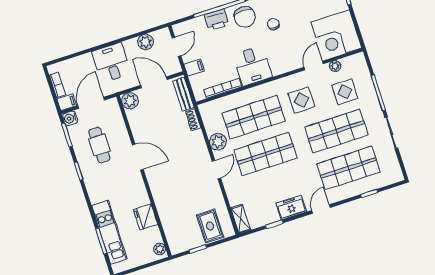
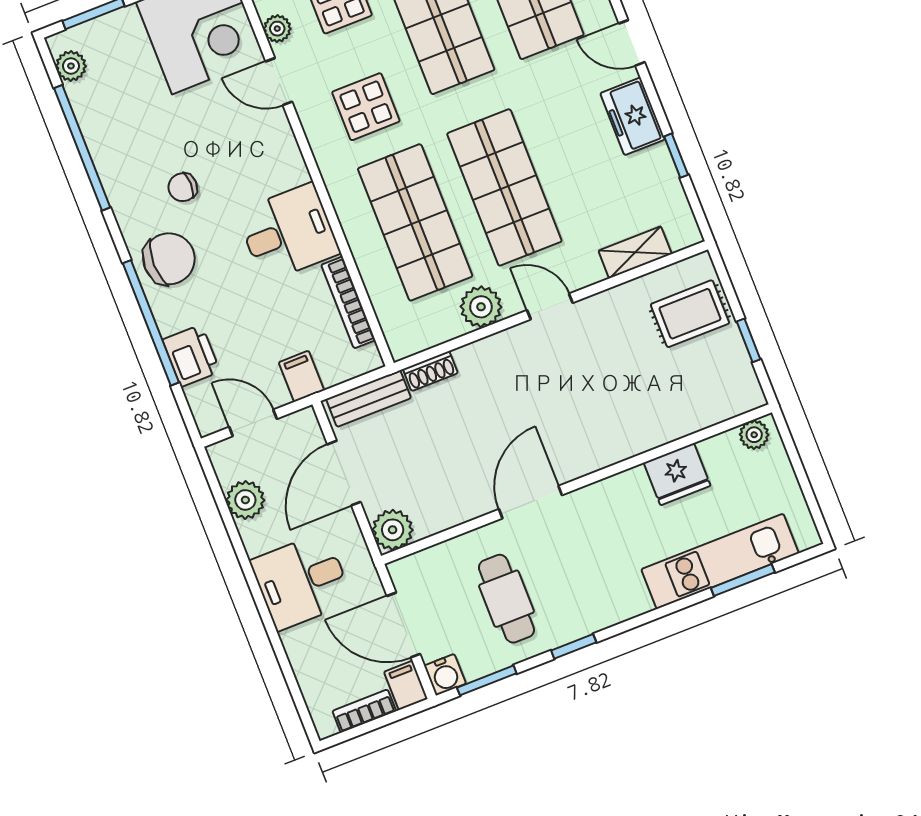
printer: (217, 20) -> (191, 356), moved
cafe table: (99, 145) -> (506, 599), turned 90
shelving: (241, 219) -> (635, 252), moved

